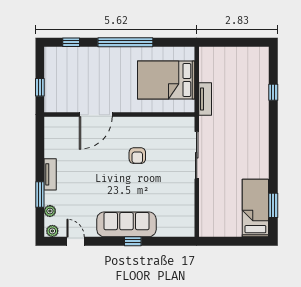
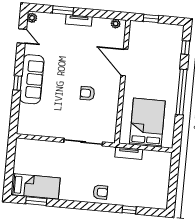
armchair: (255, 129) -> (100, 192), added
plant: (50, 211) -> (116, 24), moved
door: (76, 241) -> (22, 36), hinge flipped

